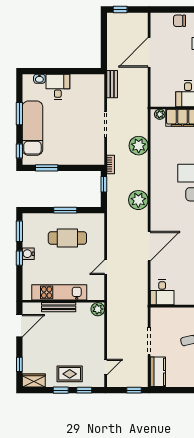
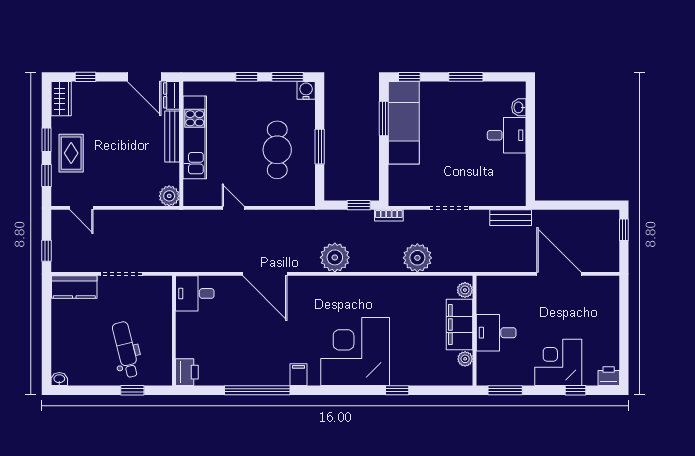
chair: (179, 21) -> (607, 320), removed
exam couch: (32, 128) -> (404, 123), moved, turned -90
water cooler: (28, 254) -> (306, 90), moved
dresser: (32, 308) -> (172, 95), added

